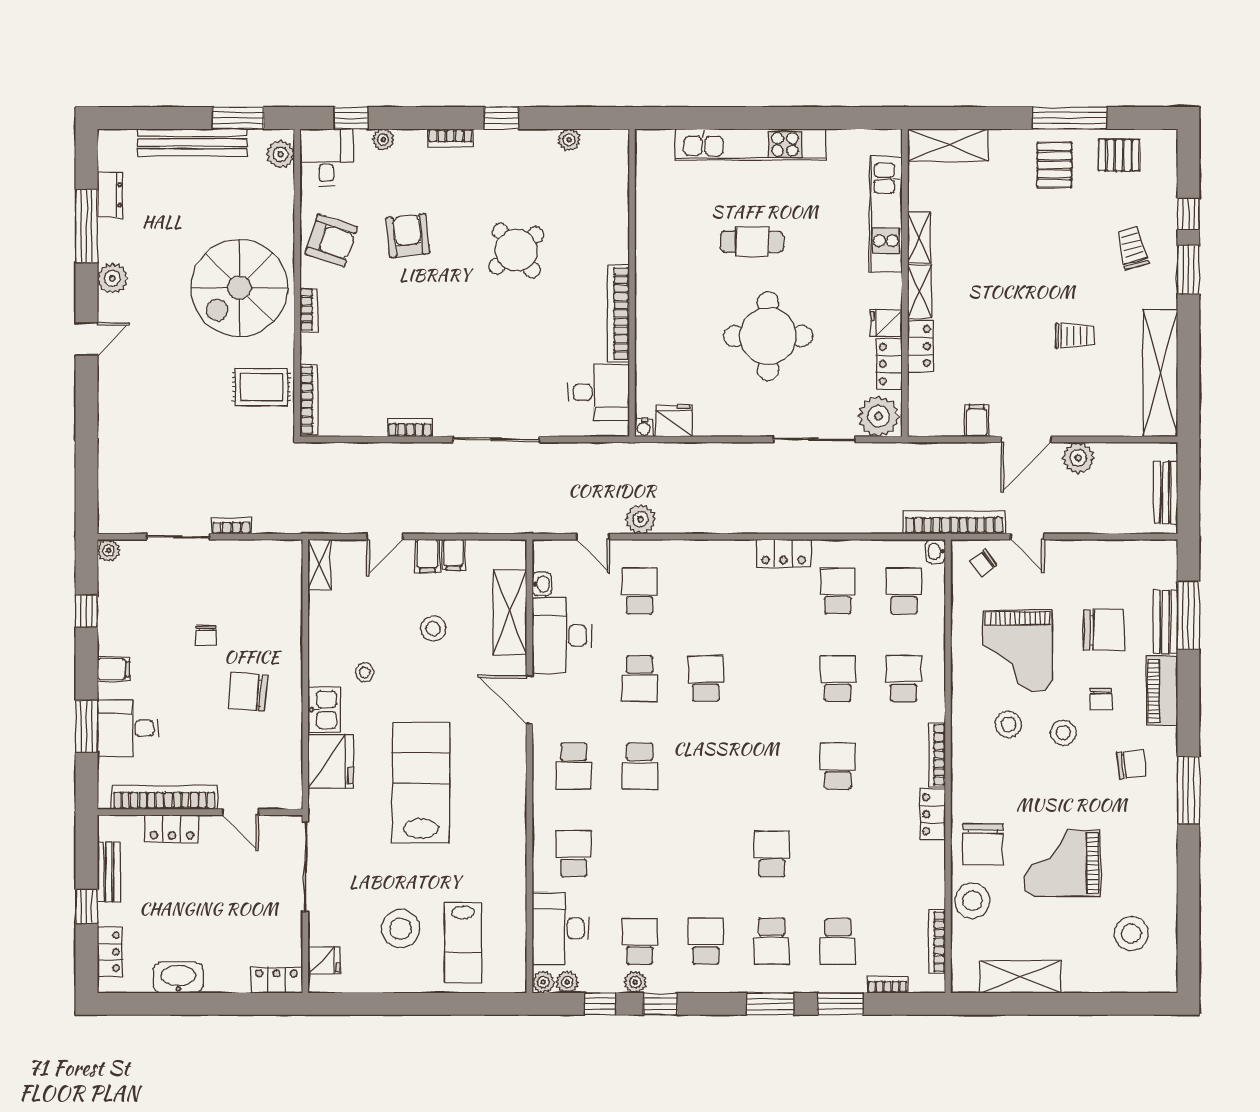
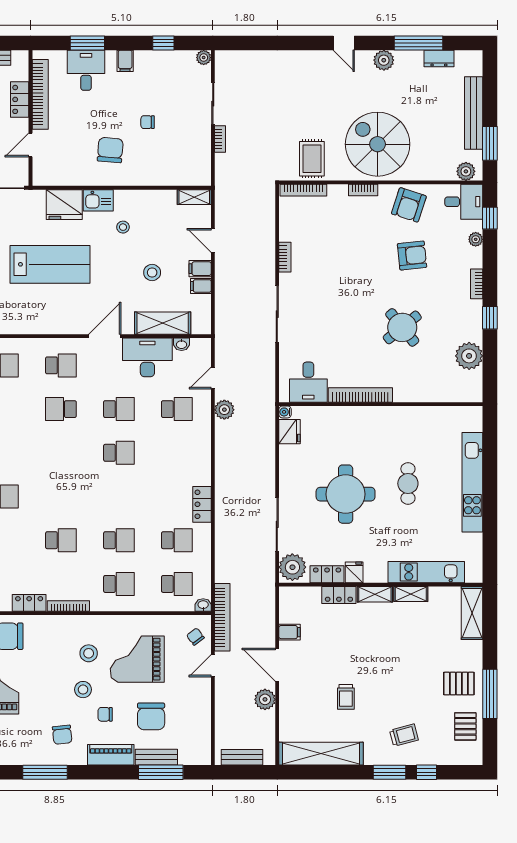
plant: (569, 140) -> (469, 356), width x1.87, depth x1.87
school desk: (640, 679) -> (119, 409), turned 180
school desk: (574, 766) -> (61, 365), turned 180

